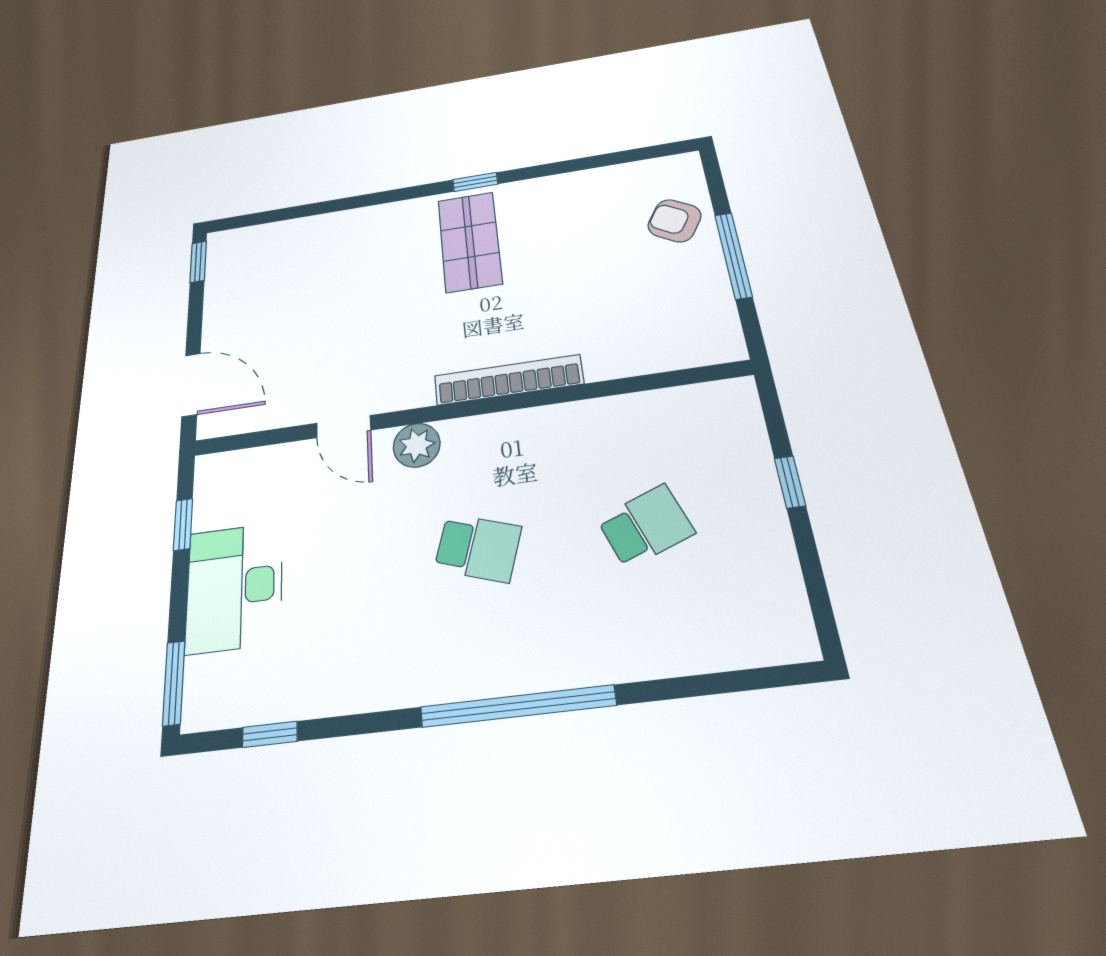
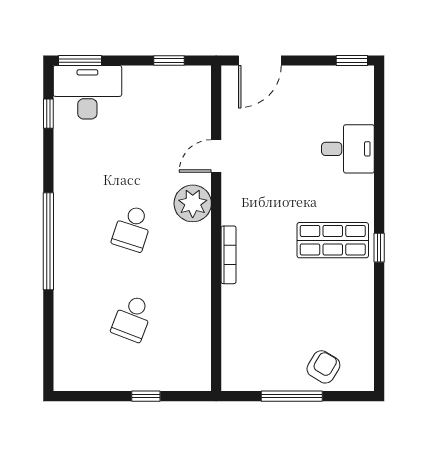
desk: (329, 245) -> (348, 149), added
bookcase: (508, 380) -> (229, 255), width x0.68, depth x0.76
plant: (417, 445) -> (193, 203), width x1.36, depth x1.36
school desk: (646, 526) -> (132, 318), turned 42
desk: (234, 587) -> (87, 92), moved

